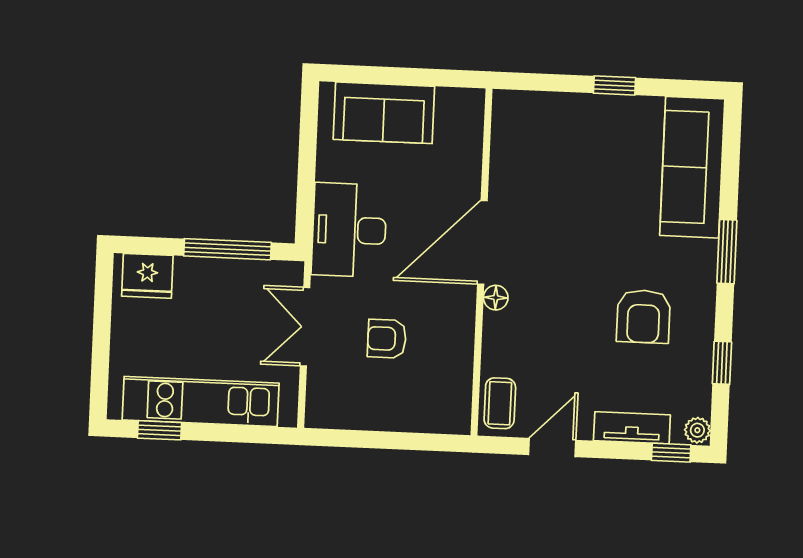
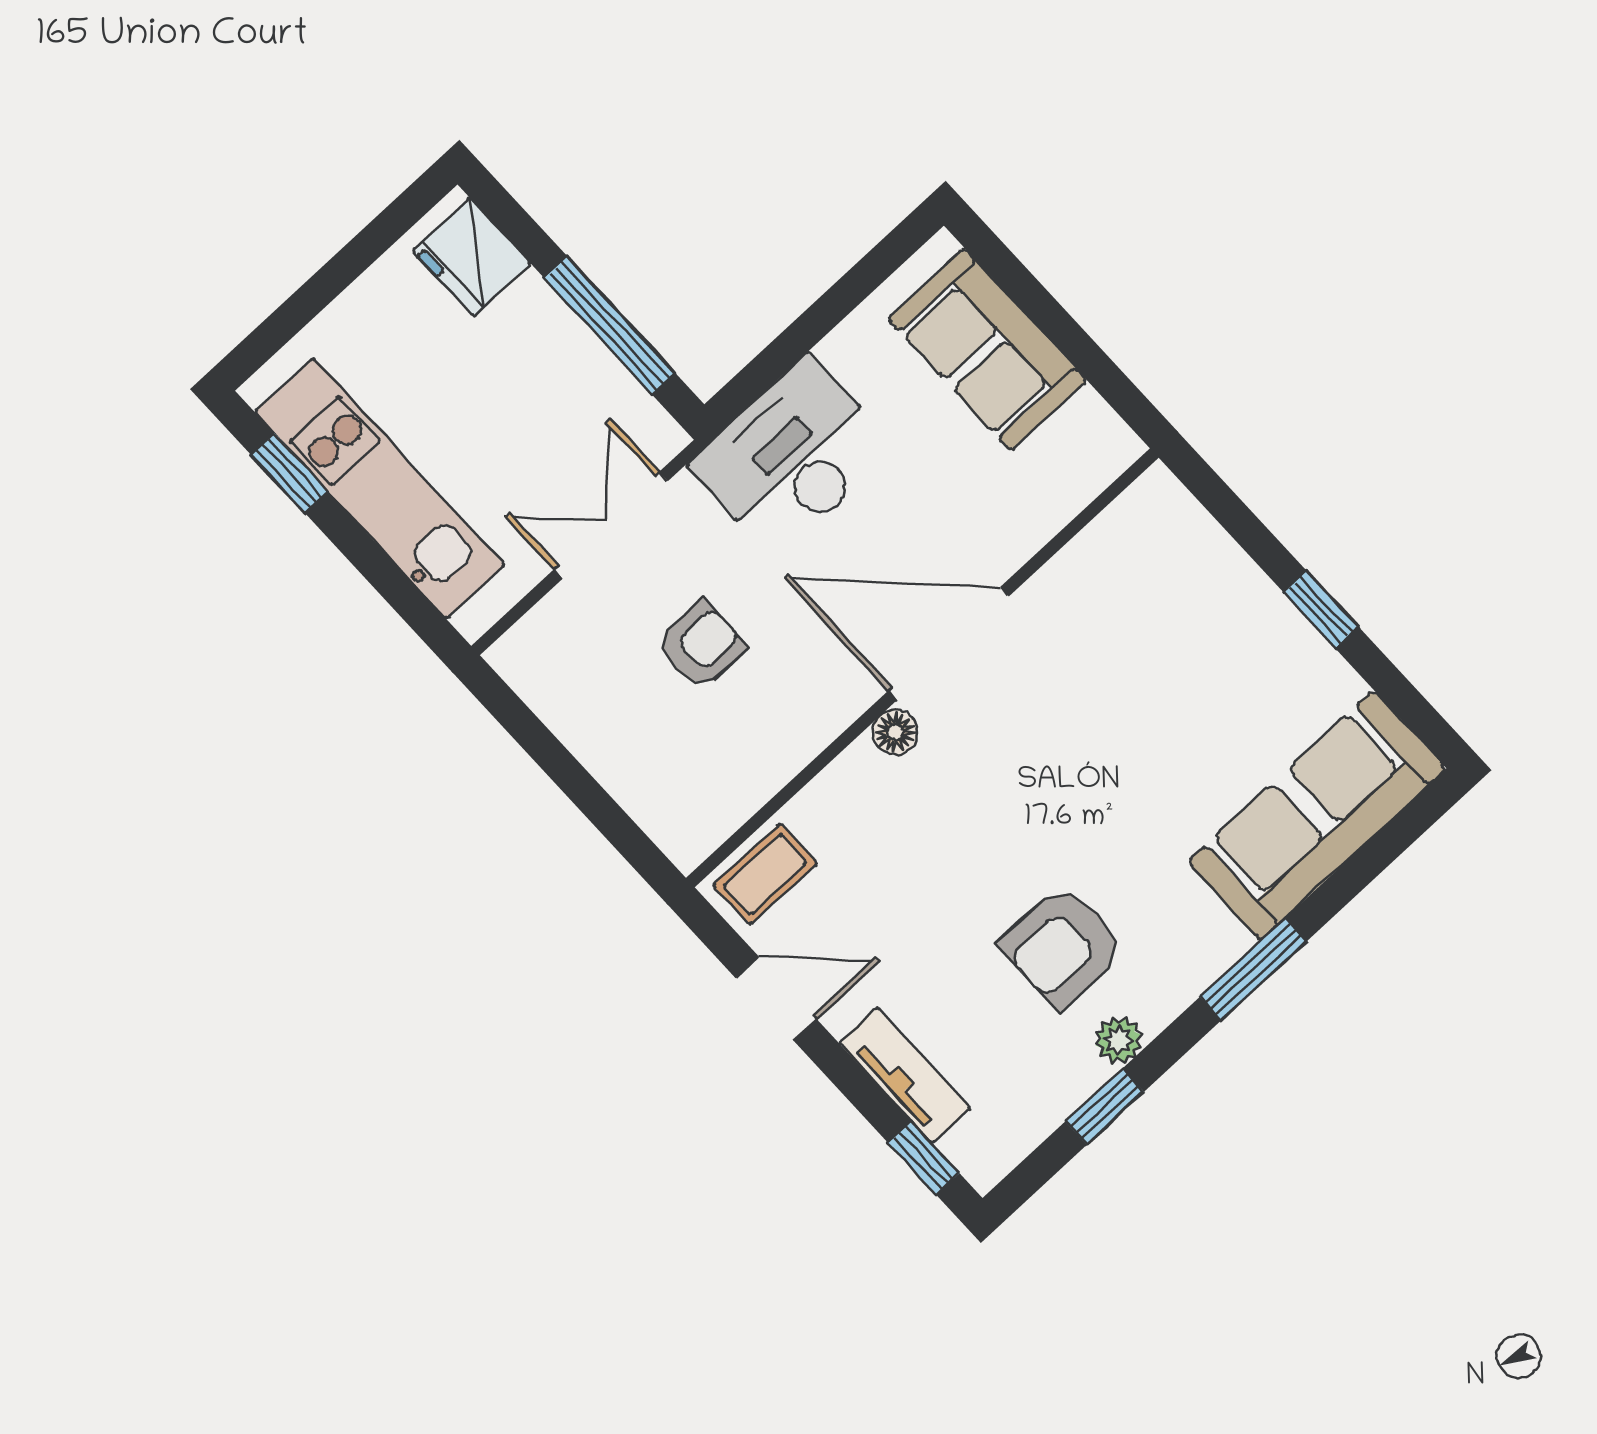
armchair: (387, 339) -> (701, 646), turned 90
plant: (697, 430) -> (1119, 1040), moved

